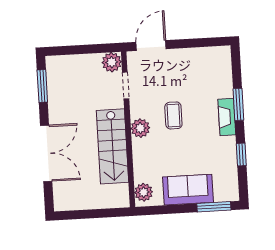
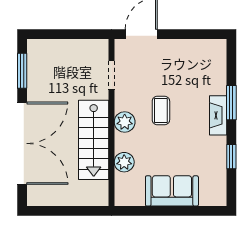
plant: (112, 62) -> (98, 49), removed
double door: (46, 153) -> (22, 143), width x1.36
plant: (144, 192) -> (124, 162), moved
window: (214, 207) -> (199, 211), removed

